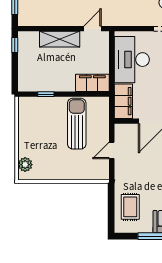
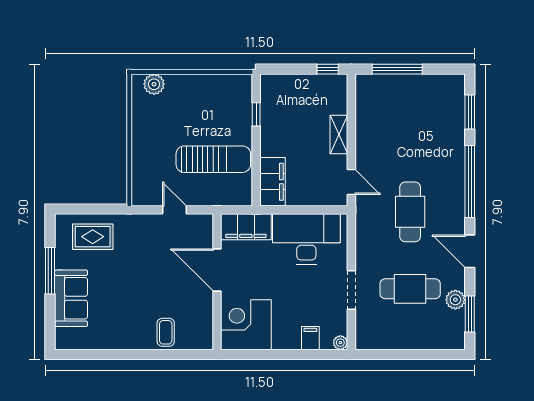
shelving: (60, 39) -> (339, 134), width x0.67, depth x0.75

